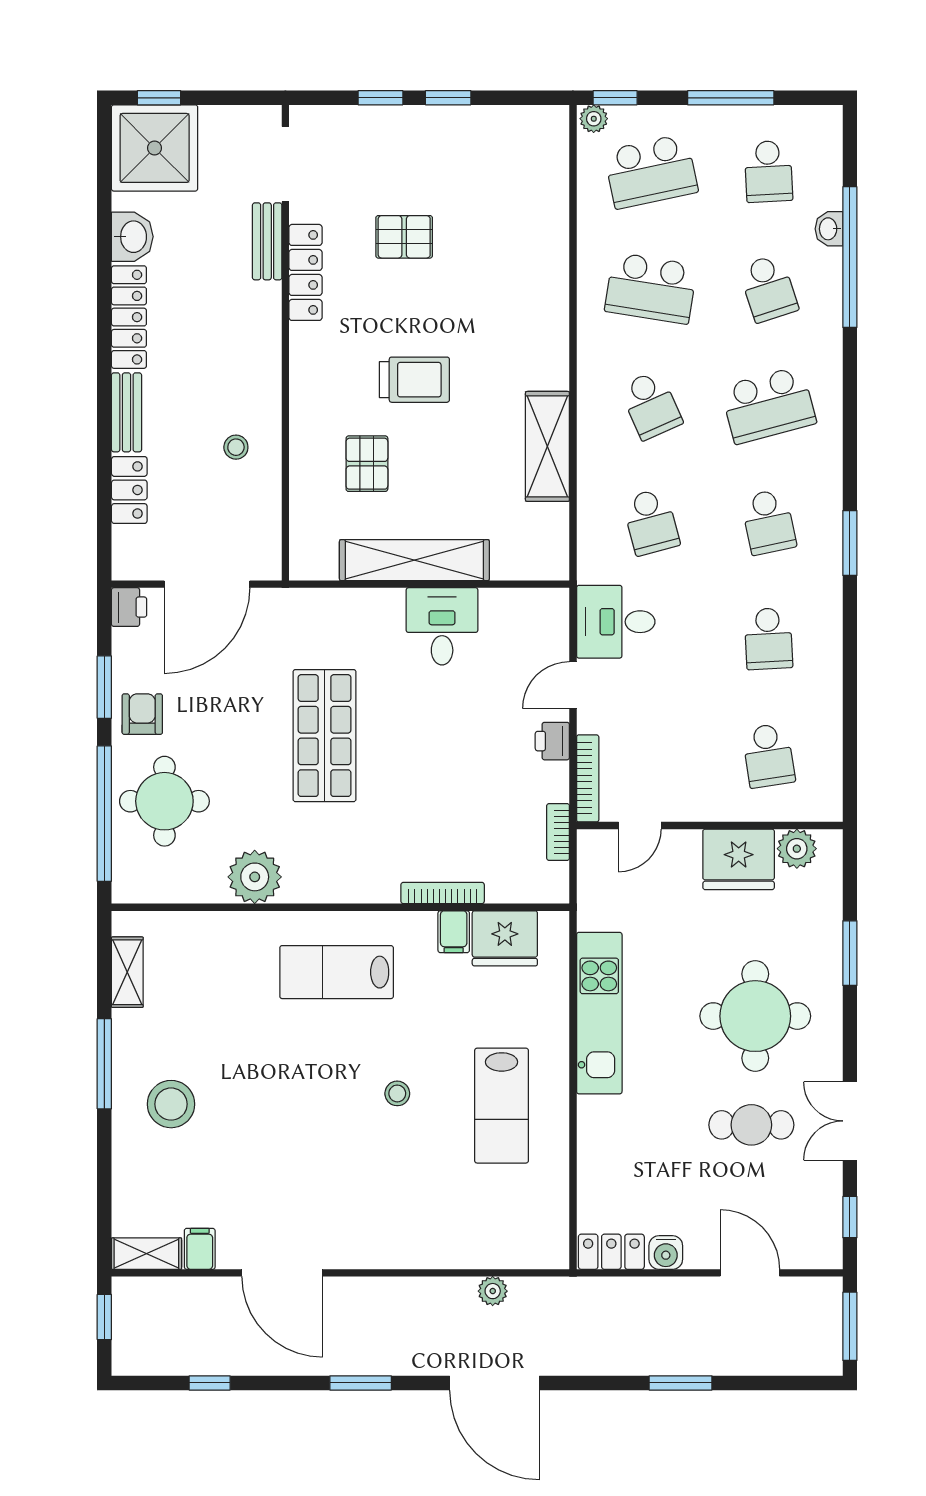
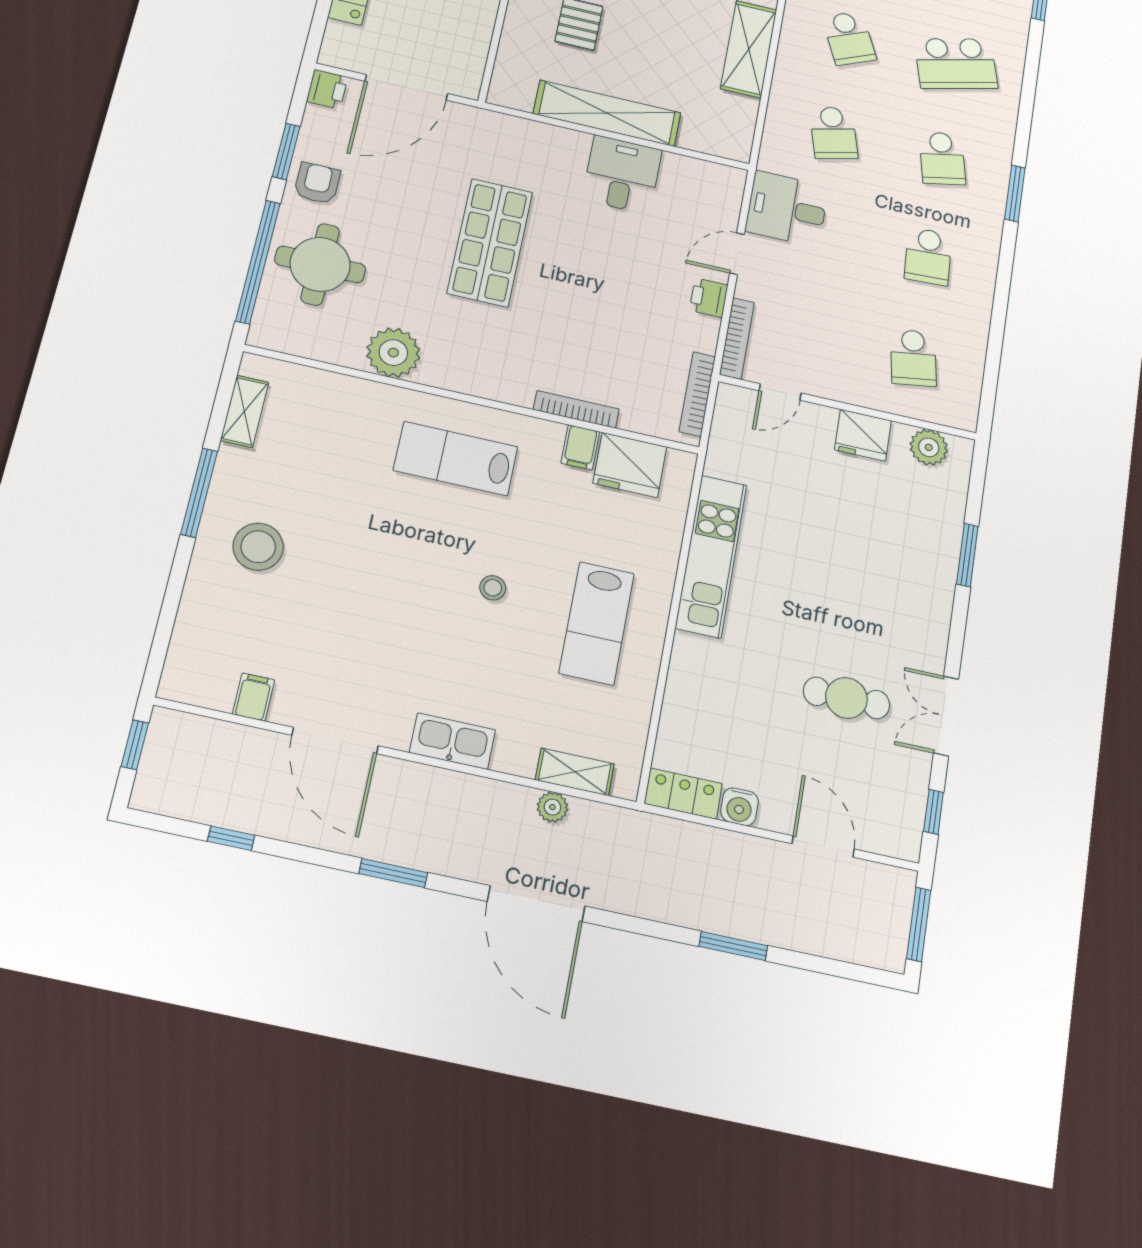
bookcase: (558, 832) -> (697, 394), width x1.56
fridge: (739, 859) -> (863, 435), width x0.73, depth x0.75
round table: (755, 1016) -> (866, 594), removed
kitchen sink: (389, 1250) -> (452, 741), added
shelving: (146, 1254) -> (575, 772), moved

